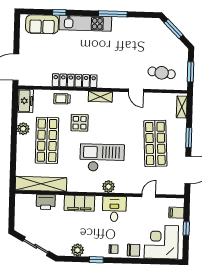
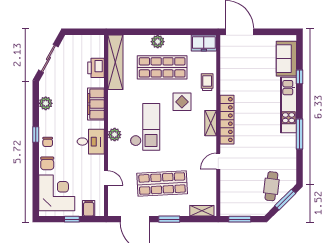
cafe table: (162, 73) -> (271, 186), moved
locker: (75, 81) -> (227, 120), moved
plant: (23, 129) -> (158, 42), moved
window: (96, 260) -> (36, 134), moved

